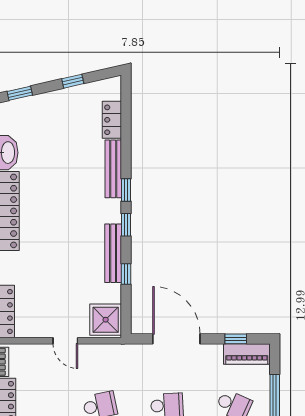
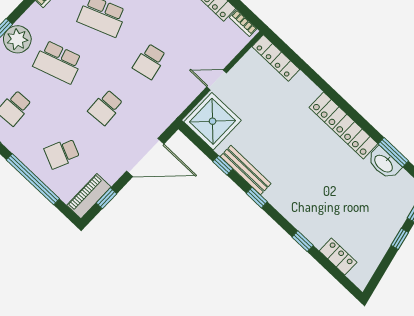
window: (73, 81) -> (400, 239), moved
bench: (113, 169) -> (303, 225), removed
window: (126, 190) -> (303, 241), moved
shower: (106, 320) -> (213, 121), width x1.37, depth x1.37

